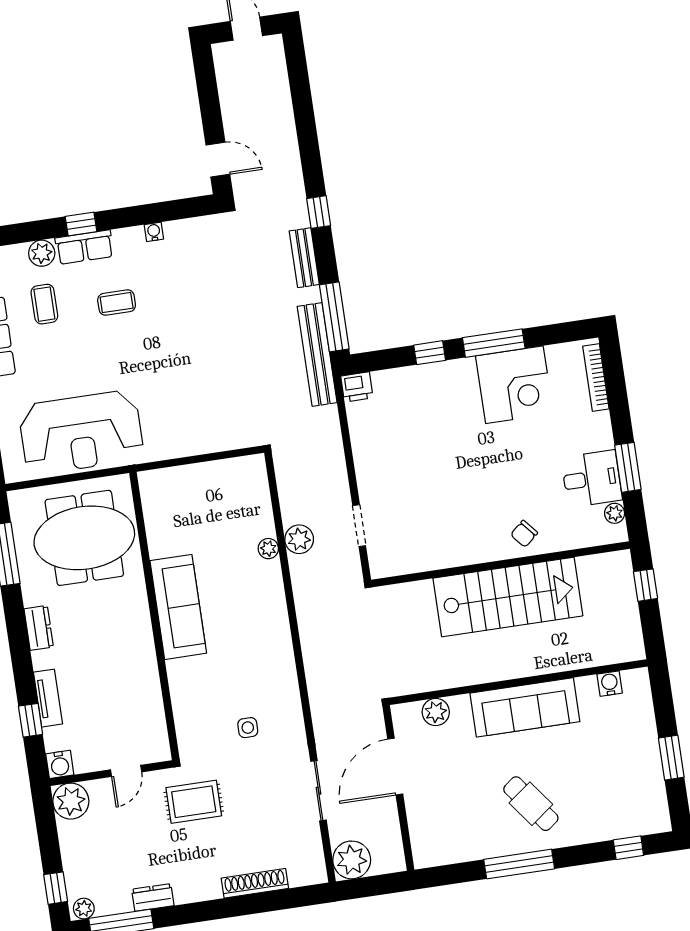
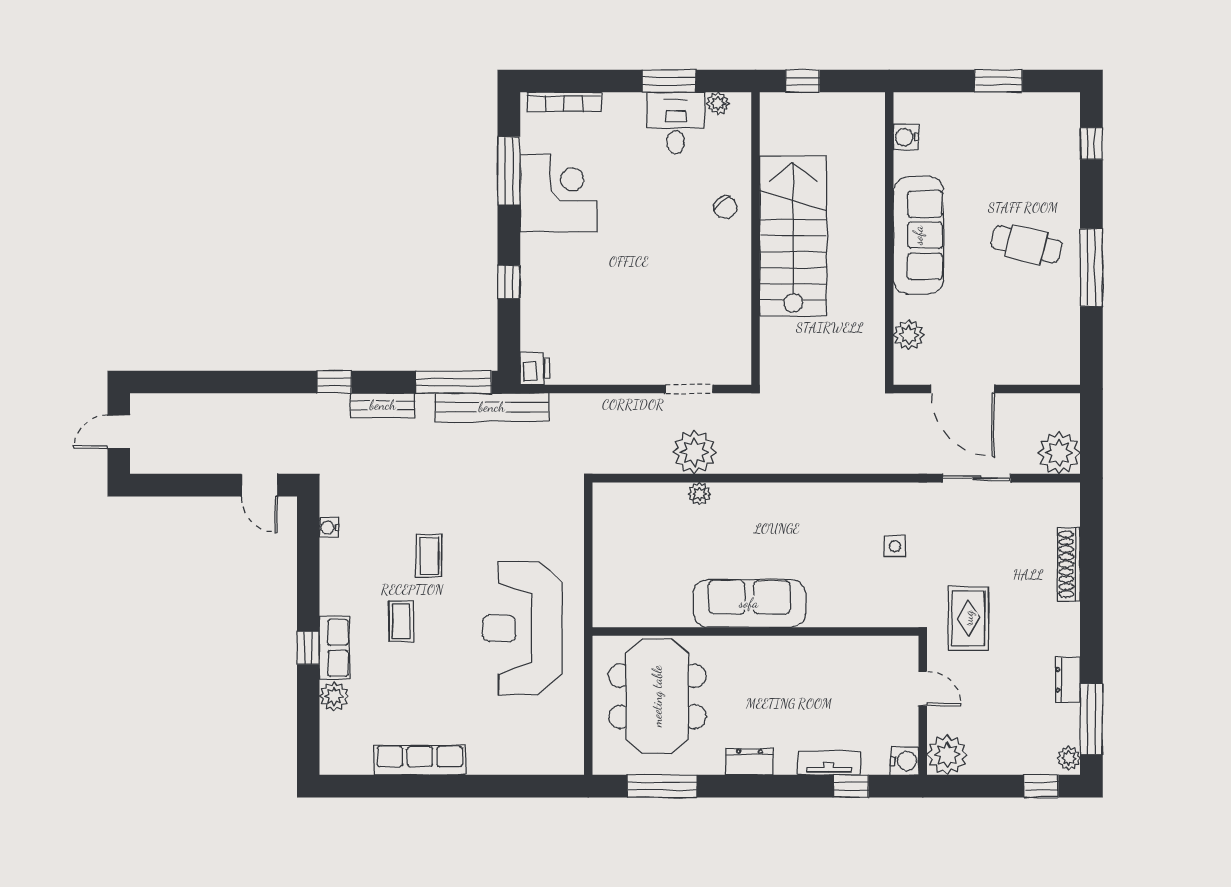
door: (218, 160) -> (259, 485), swing flipped
water cooler: (154, 232) -> (329, 528), moved
coffee table: (44, 304) -> (429, 556), moved, turned 90
window: (494, 343) -> (509, 171), moved
reception desk: (81, 432) -> (522, 628), moved, turned 180
plant: (299, 539) -> (694, 452), width x1.36, depth x1.36
cafe table: (531, 804) -> (1026, 244), turned 51

